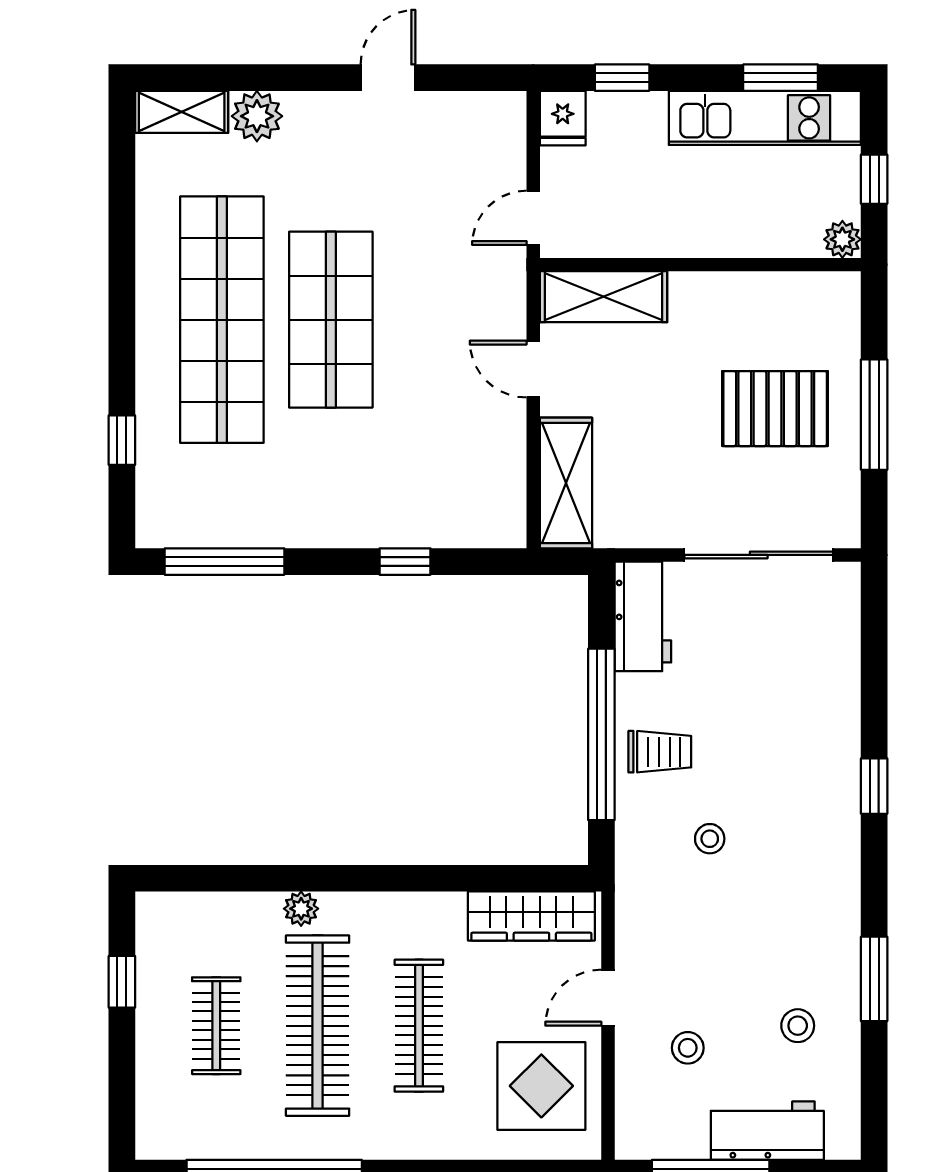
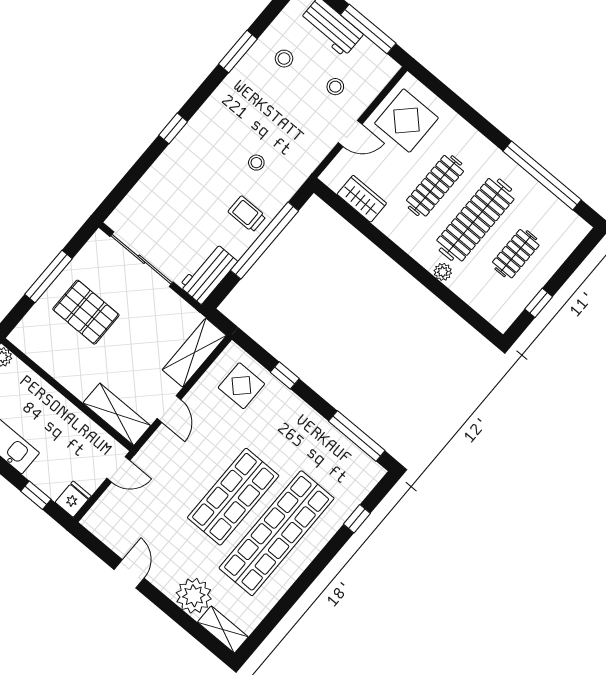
door: (388, 78) -> (129, 574), swing flipped
plant: (257, 116) -> (194, 596), width x1.36, depth x1.36
display table: (456, 493) -> (241, 386), added
wardrobe: (531, 916) -> (362, 199), width x0.67

